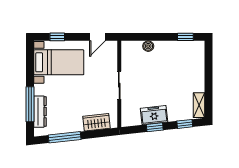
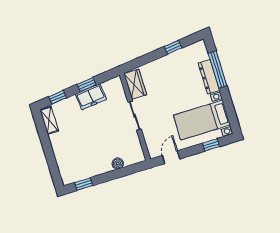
dresser: (40, 112) -> (209, 77), moved
wardrobe: (96, 122) -> (135, 84), moved, turned -84
window: (65, 137) -> (173, 47), width x0.46

